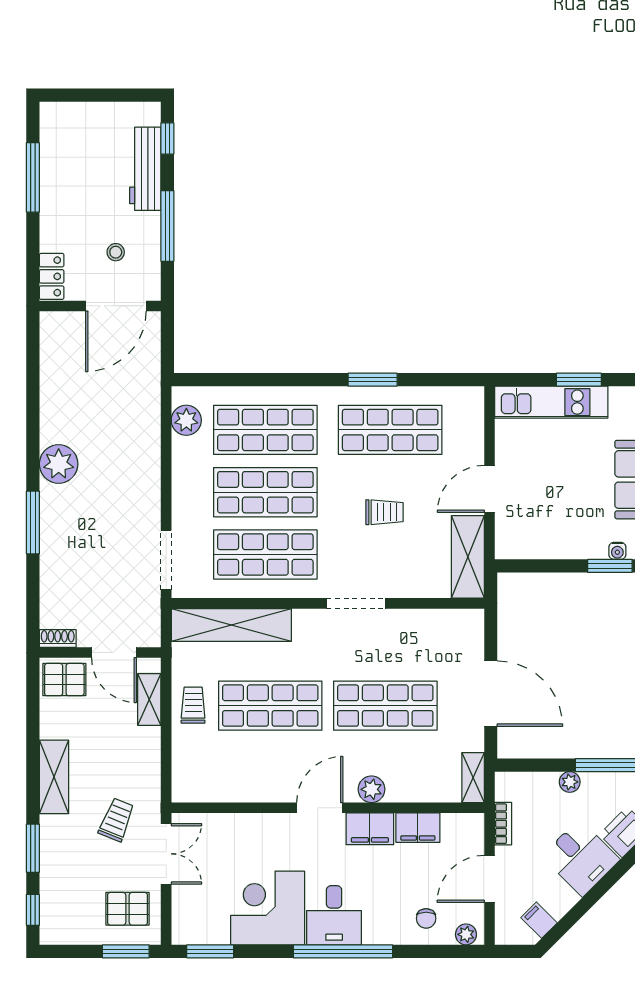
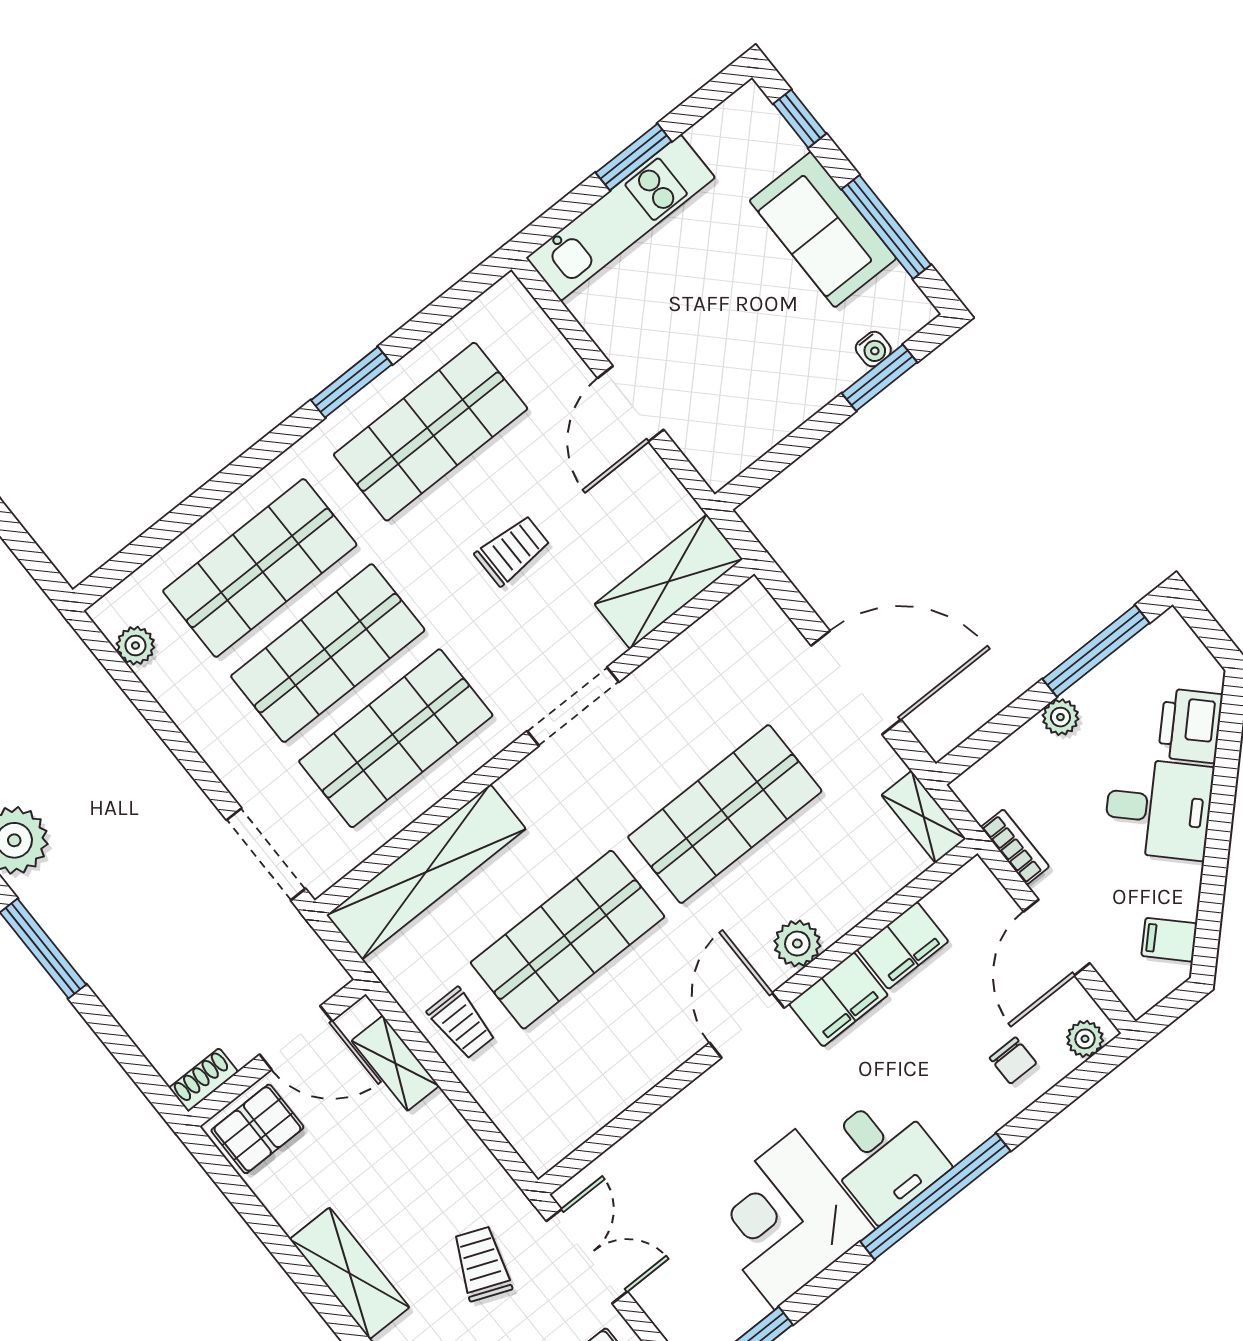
plant: (186, 420) -> (135, 646), width x0.73, depth x0.73
shelving: (468, 557) -> (669, 582), moved, turned 90
trolley: (193, 705) -> (462, 1023), turned 180

